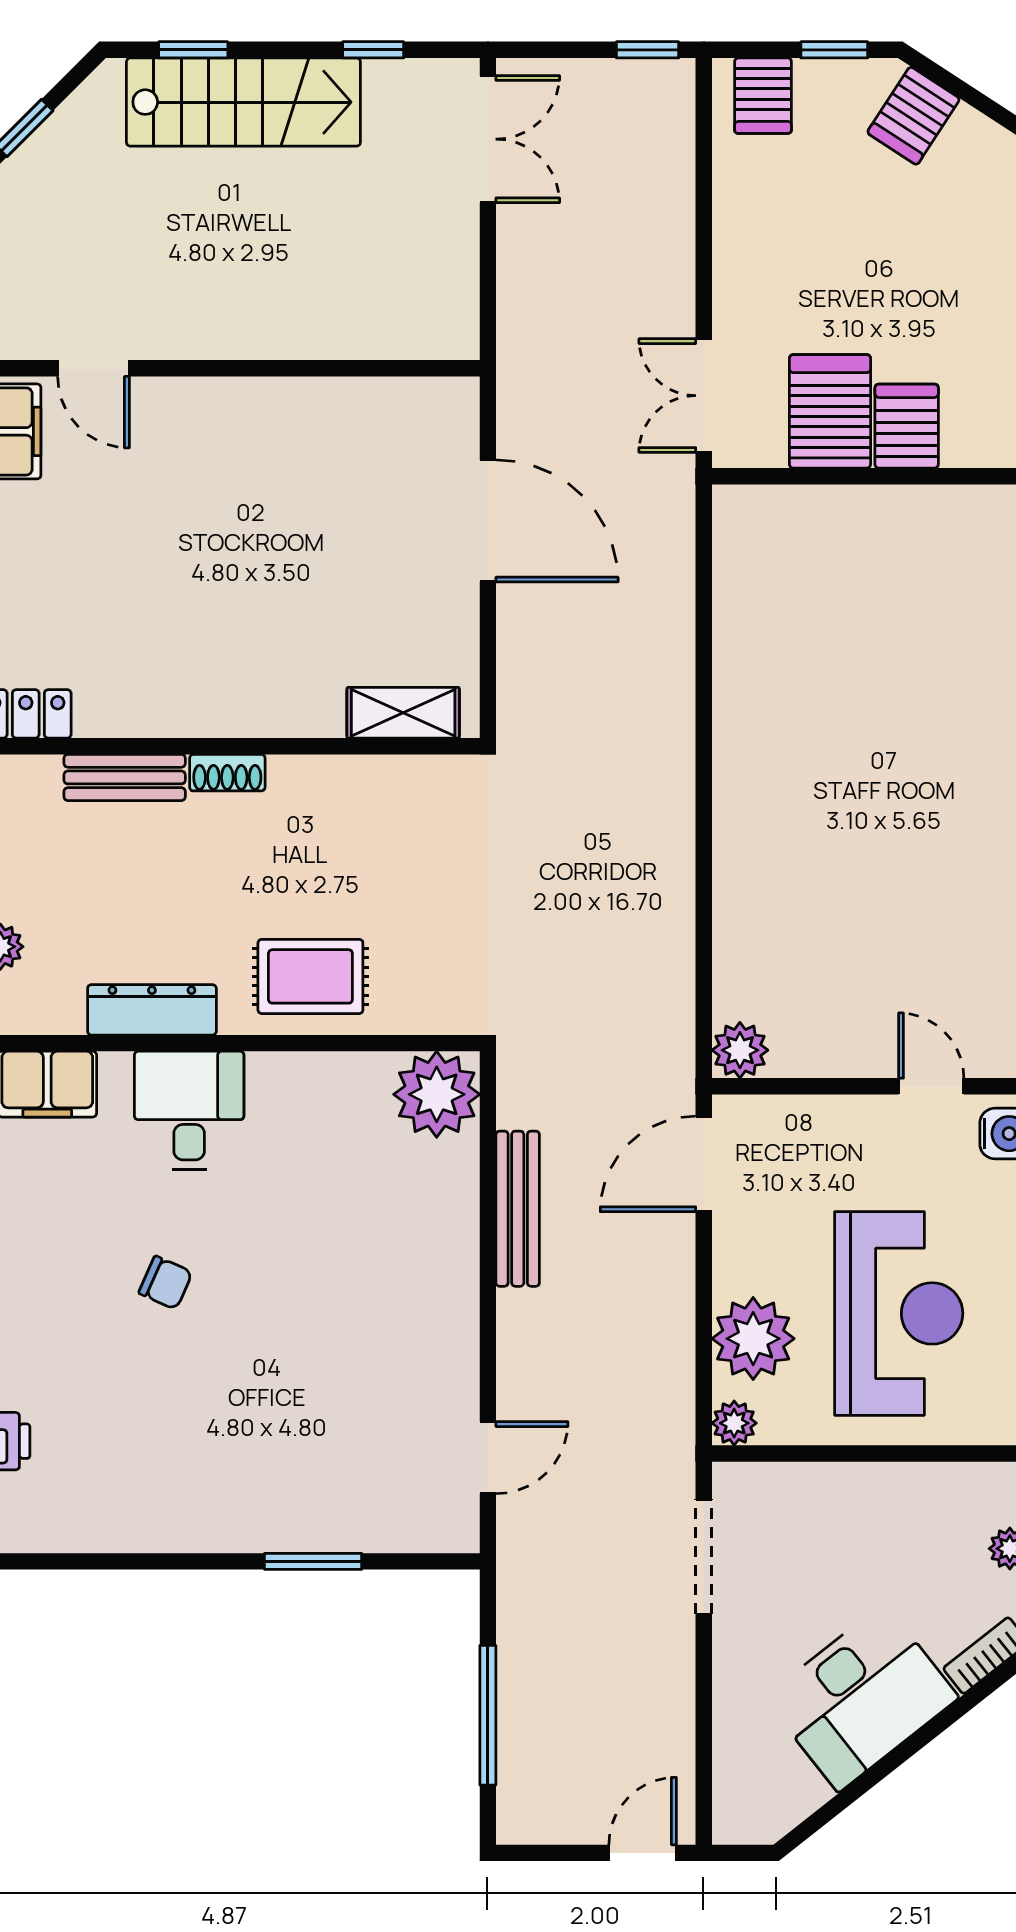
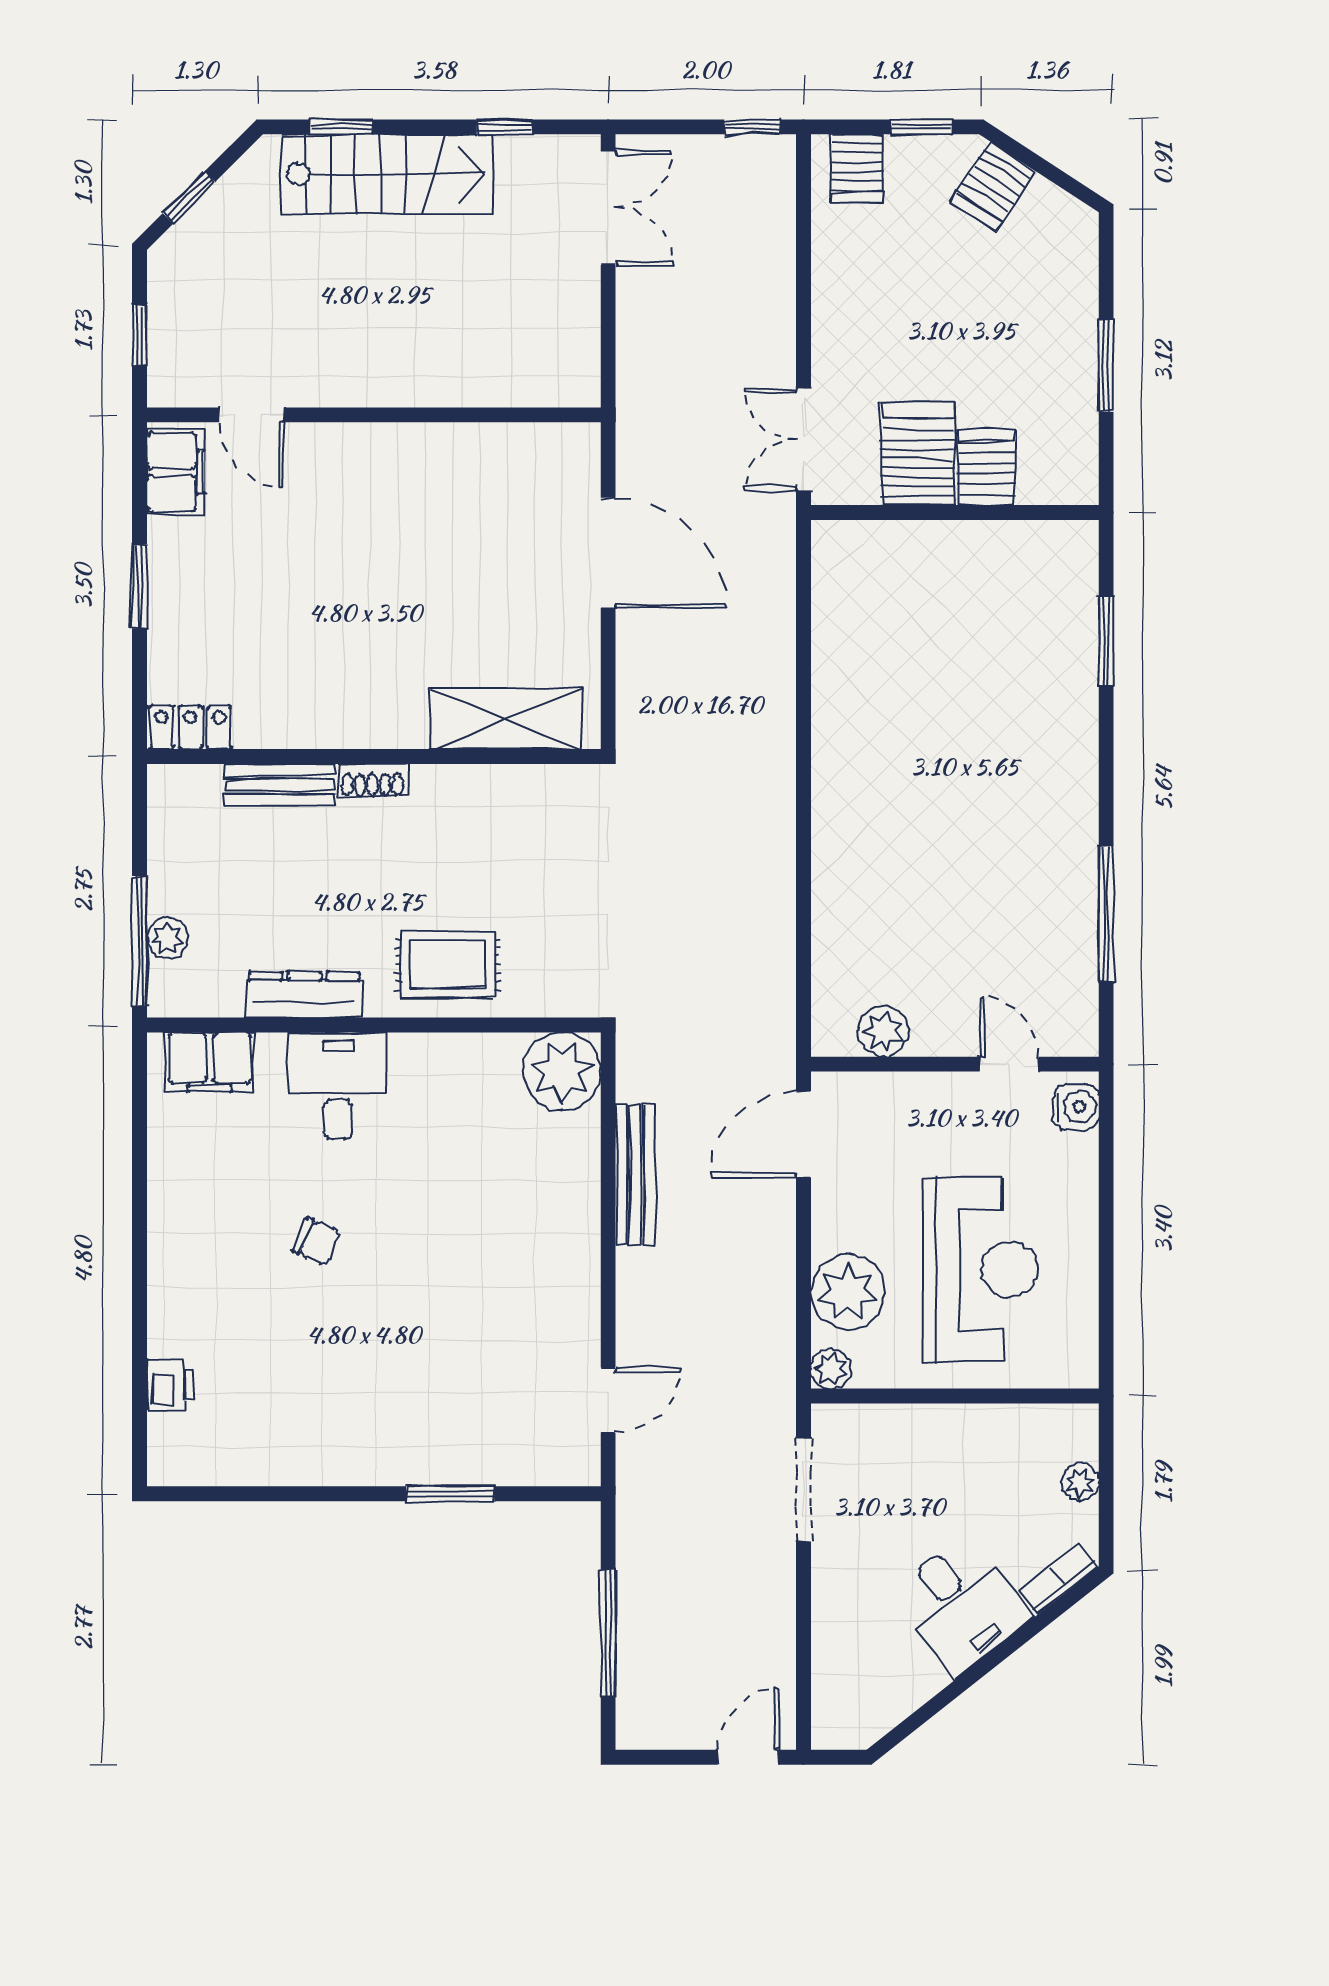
shelving: (403, 713) -> (506, 719), width x1.50, depth x1.33
plant: (740, 1050) -> (883, 1031), moved
desk: (861, 1698) -> (961, 1605), width x0.73

